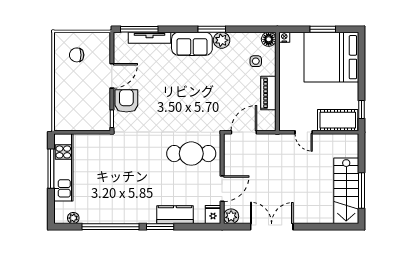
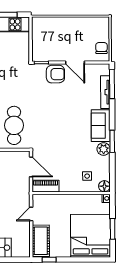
chair: (77, 55) -> (101, 48), moved
piano: (268, 93) -> (46, 186), moved

